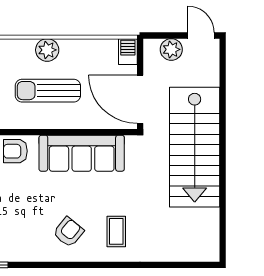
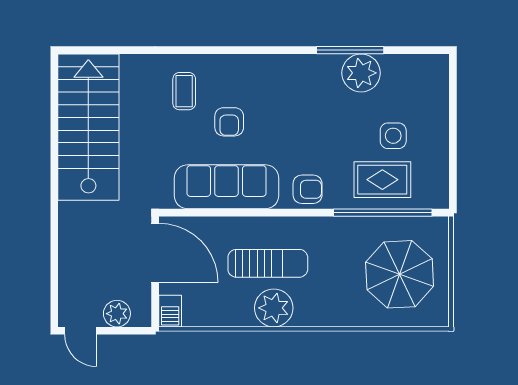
plant: (47, 50) -> (274, 308), width x1.36, depth x1.36
stairs: (195, 147) -> (88, 127), moved
armchair: (68, 232) -> (229, 122), moved, turned -39

